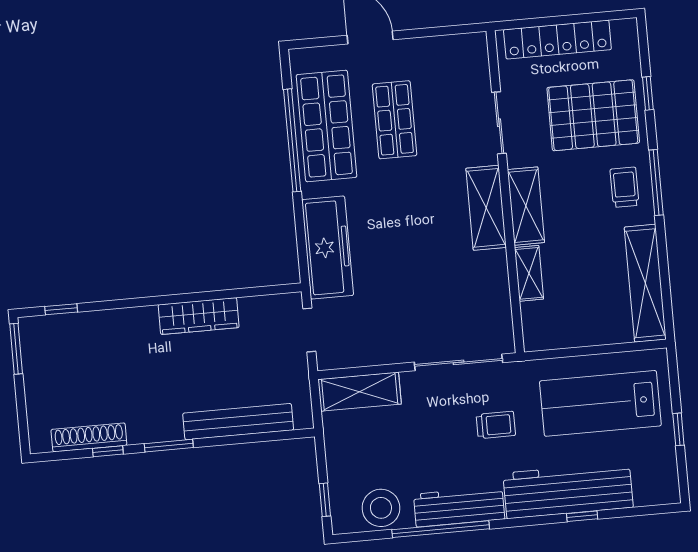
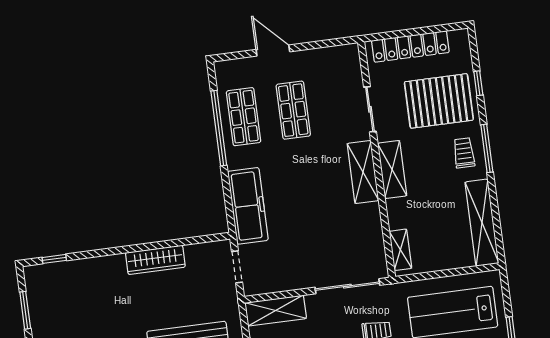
shop shelf: (327, 126) -> (244, 117), width x0.70, depth x0.74
shelving: (529, 273) -> (400, 250), moved
window: (16, 349) -> (25, 310), moved

